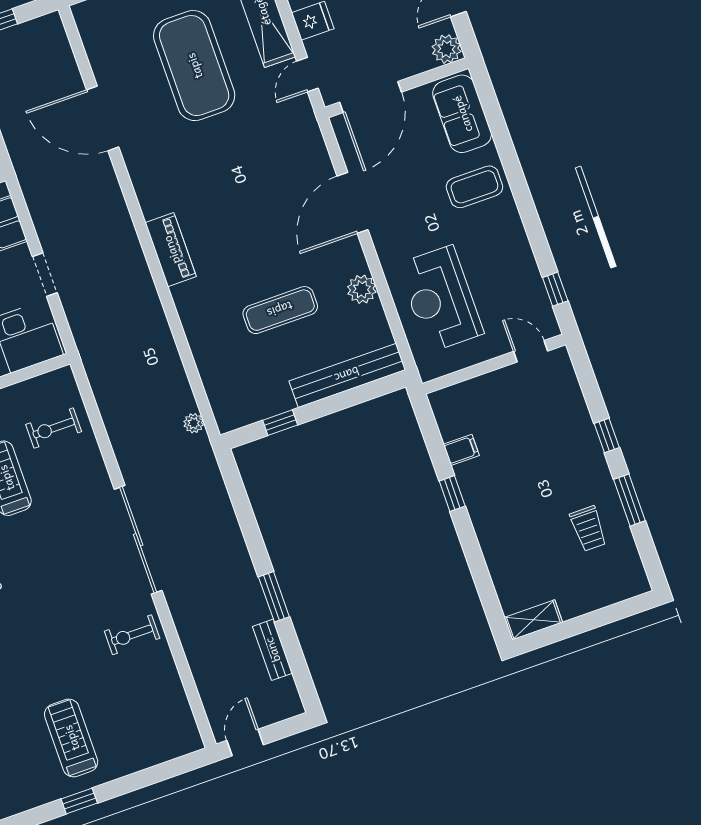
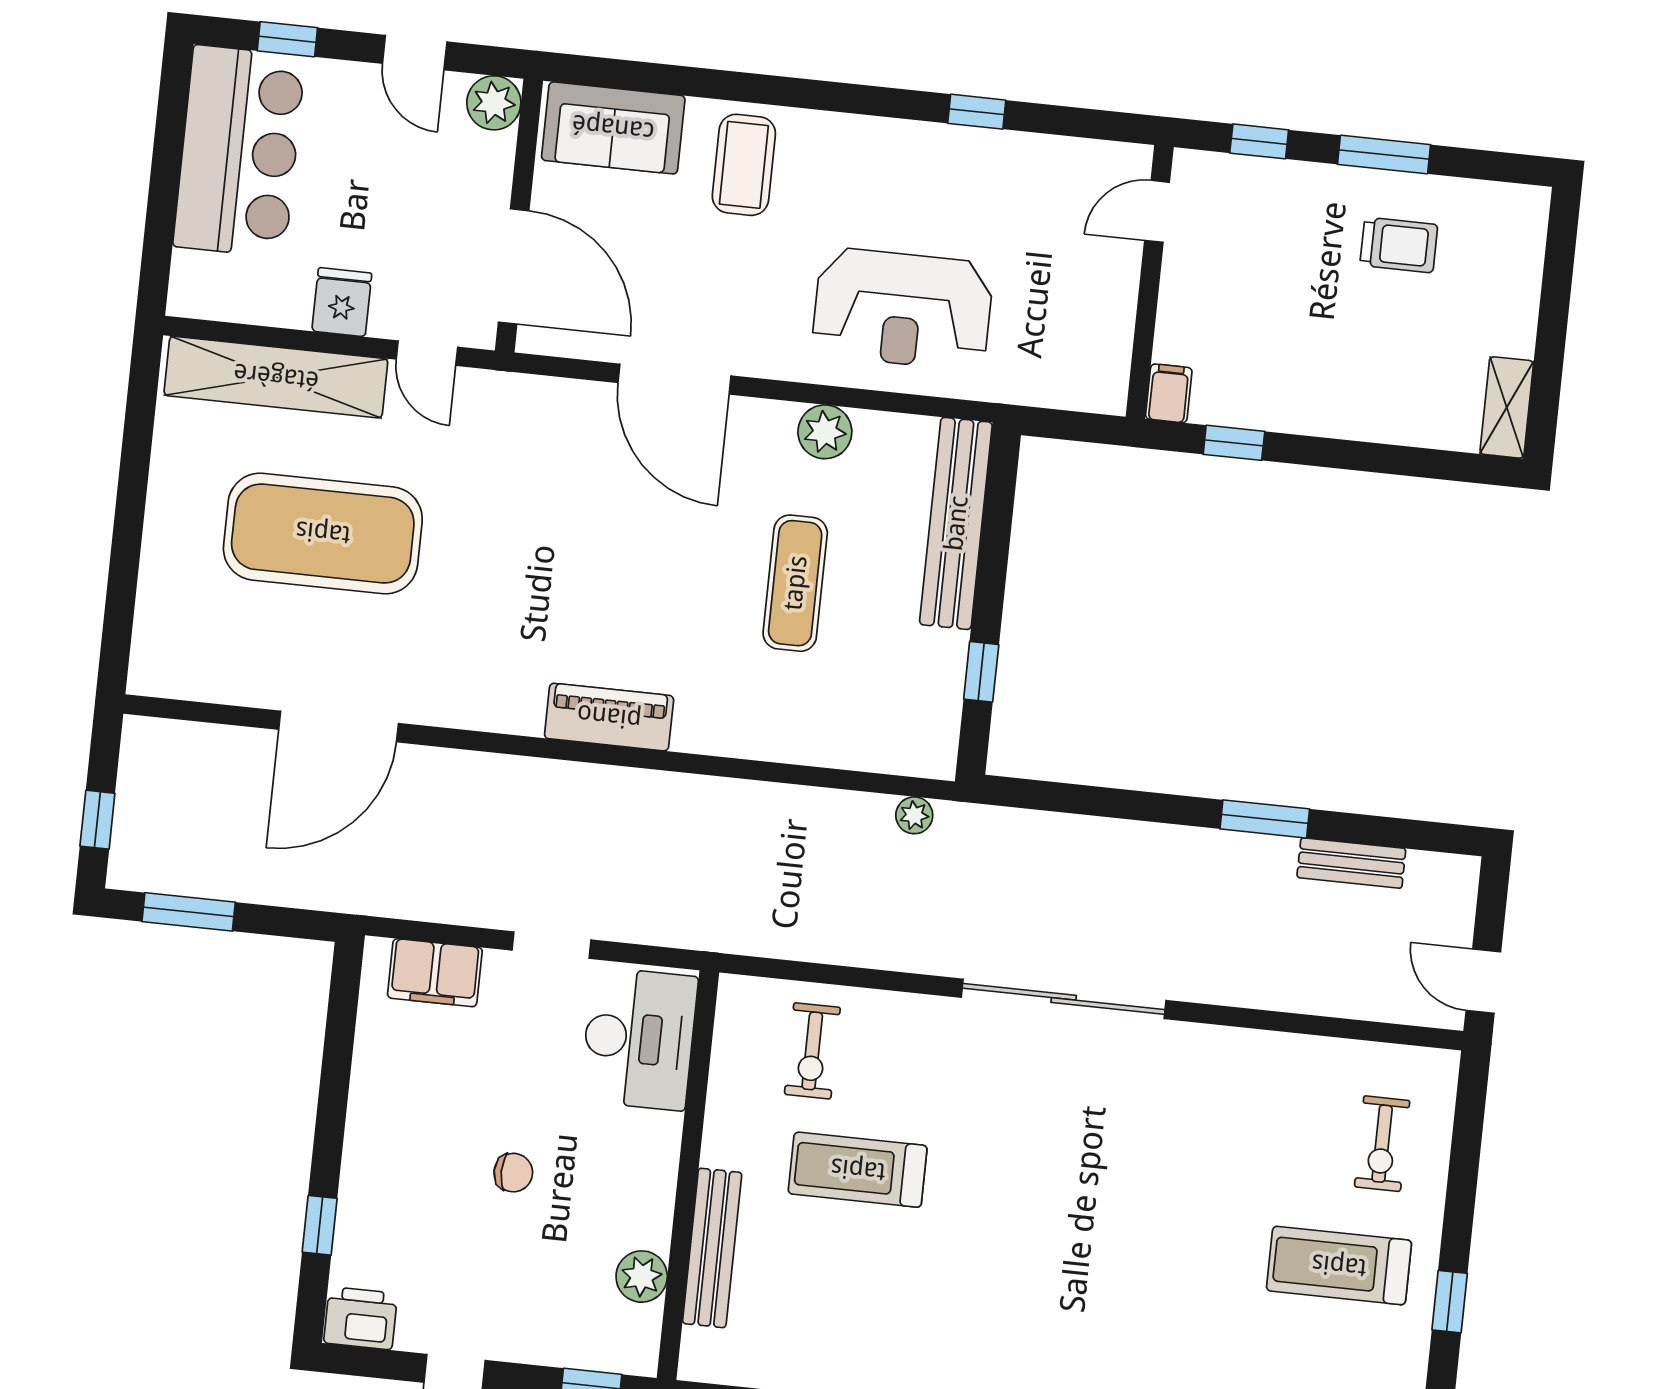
door: (531, 351) -> (1157, 211), moved
wall: (494, 364) -> (1150, 282), moved
exercise bike: (132, 635) -> (1382, 1144), moved

